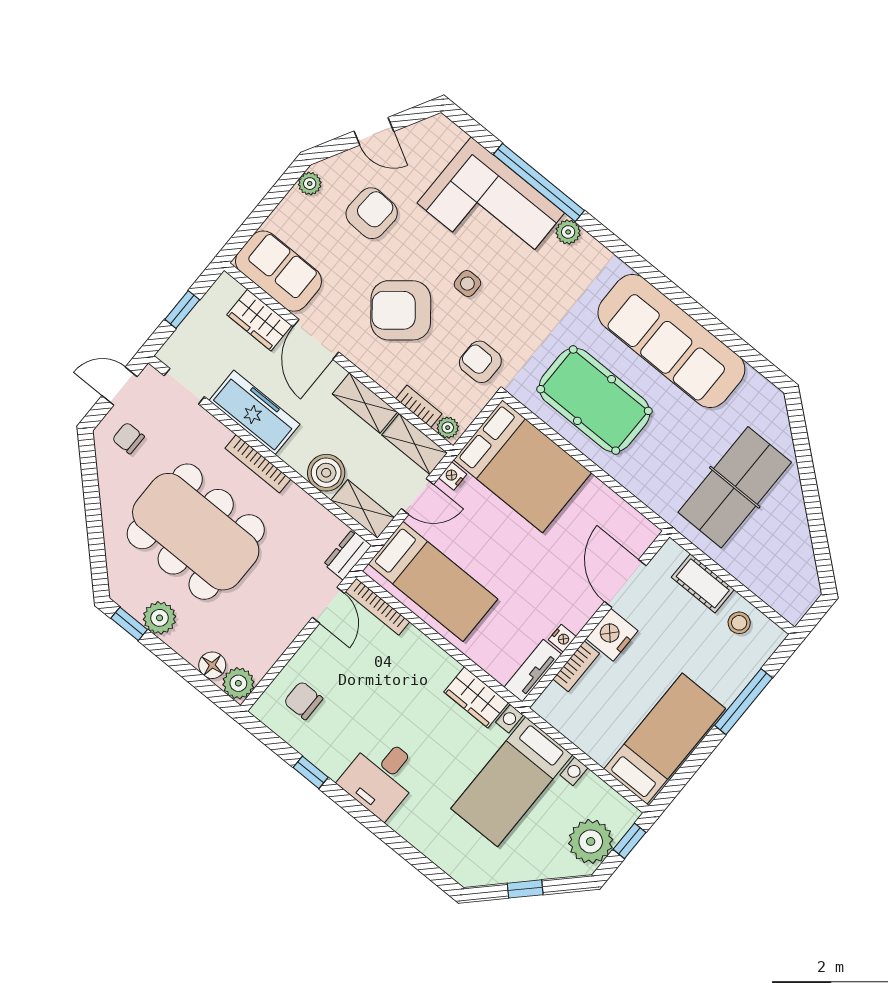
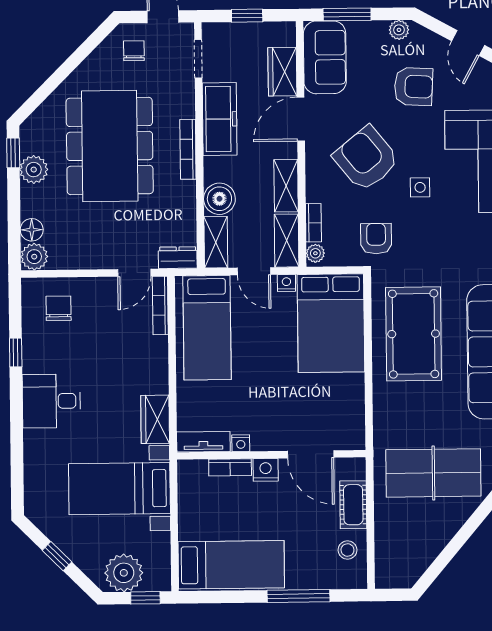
window: (257, 219) -> (347, 14), added
door: (625, 584) -> (311, 454), swing flipped
nightstand: (612, 635) -> (266, 470), width x0.74, depth x0.75

